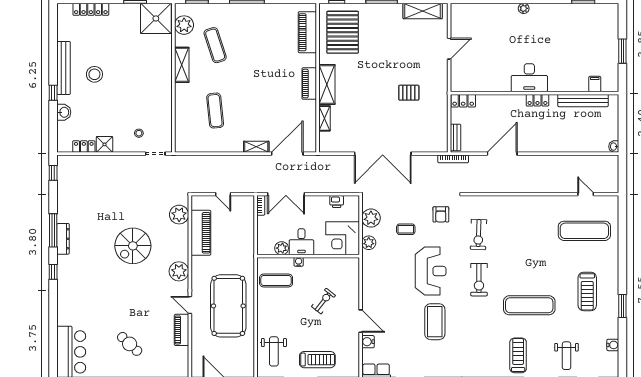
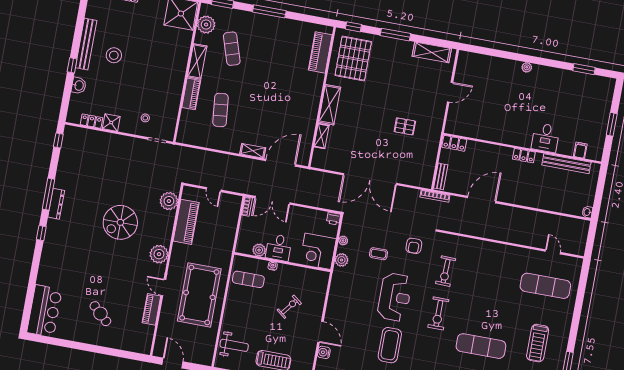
desk: (529, 78) -> (546, 138), moved, width x0.73
piano: (309, 84) -> (191, 94), moved, turned 180
printer: (337, 202) -> (334, 219), moved
plant: (371, 218) -> (343, 241), width x0.53, depth x0.53
weight bench: (274, 351) -> (234, 345), turned -90

